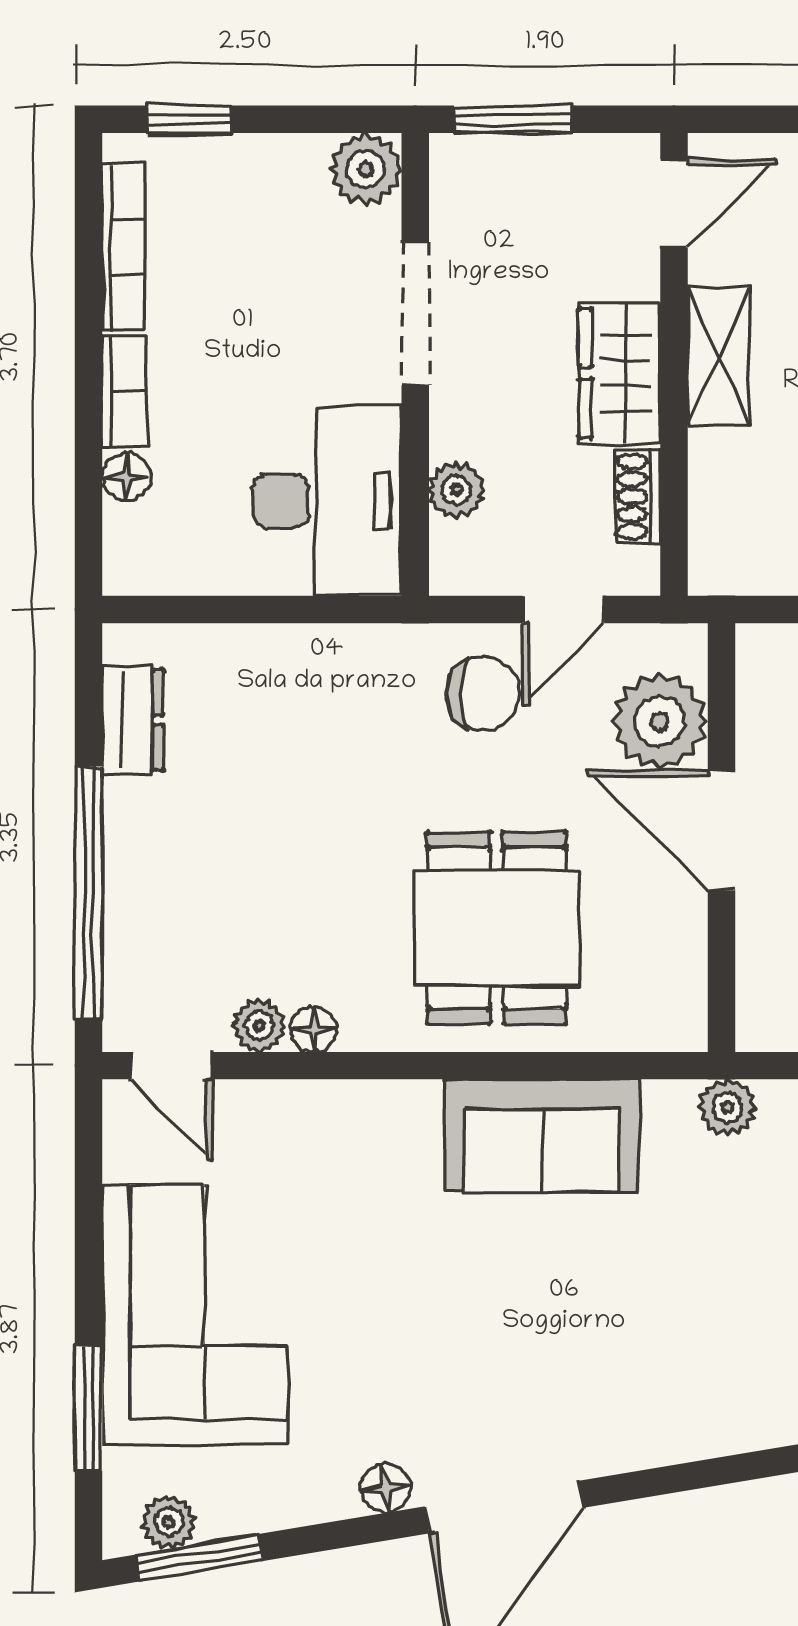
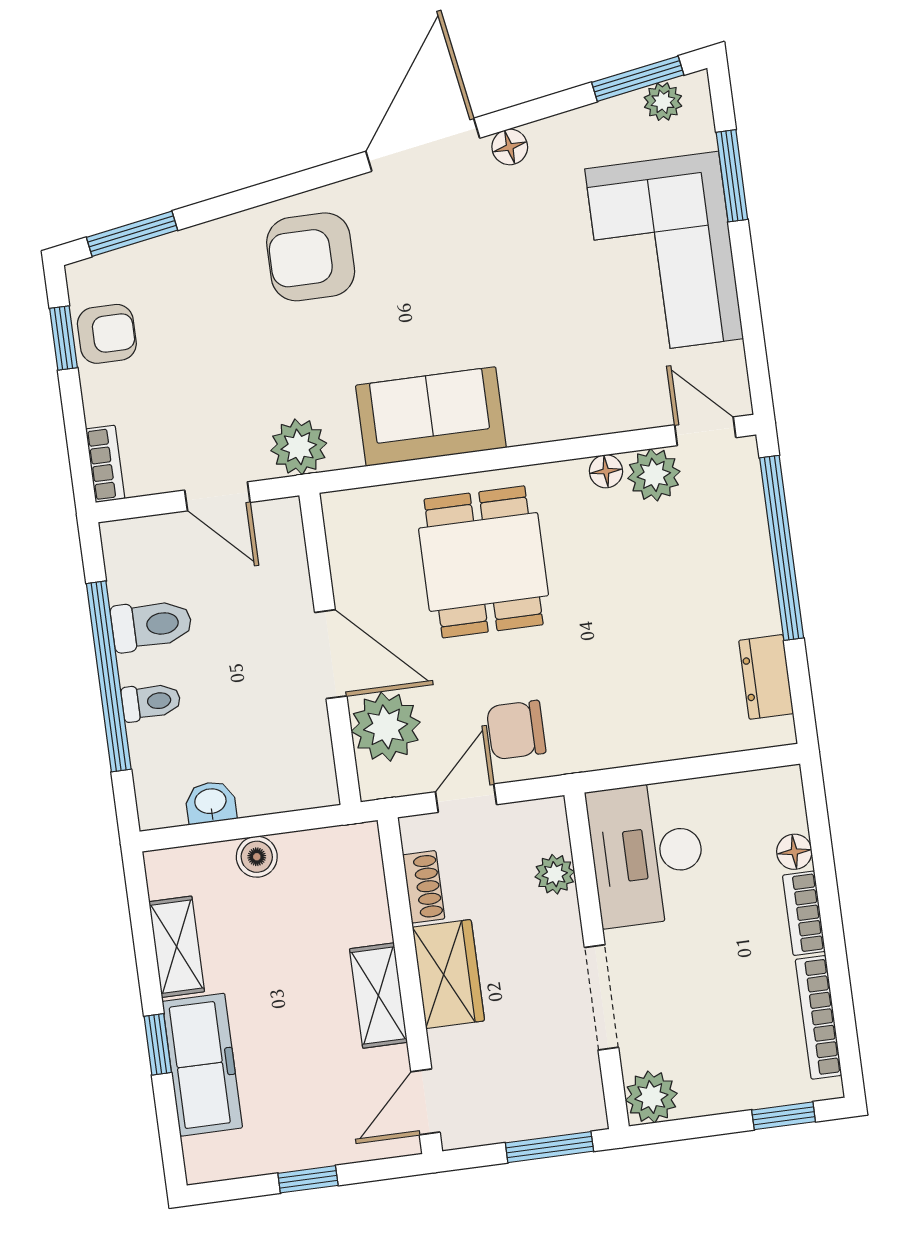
plant: (259, 1026) -> (654, 475), width x1.38, depth x1.38
plant: (727, 1108) -> (299, 447), width x1.38, depth x1.38
armchair: (677, 1375) -> (311, 257), added

